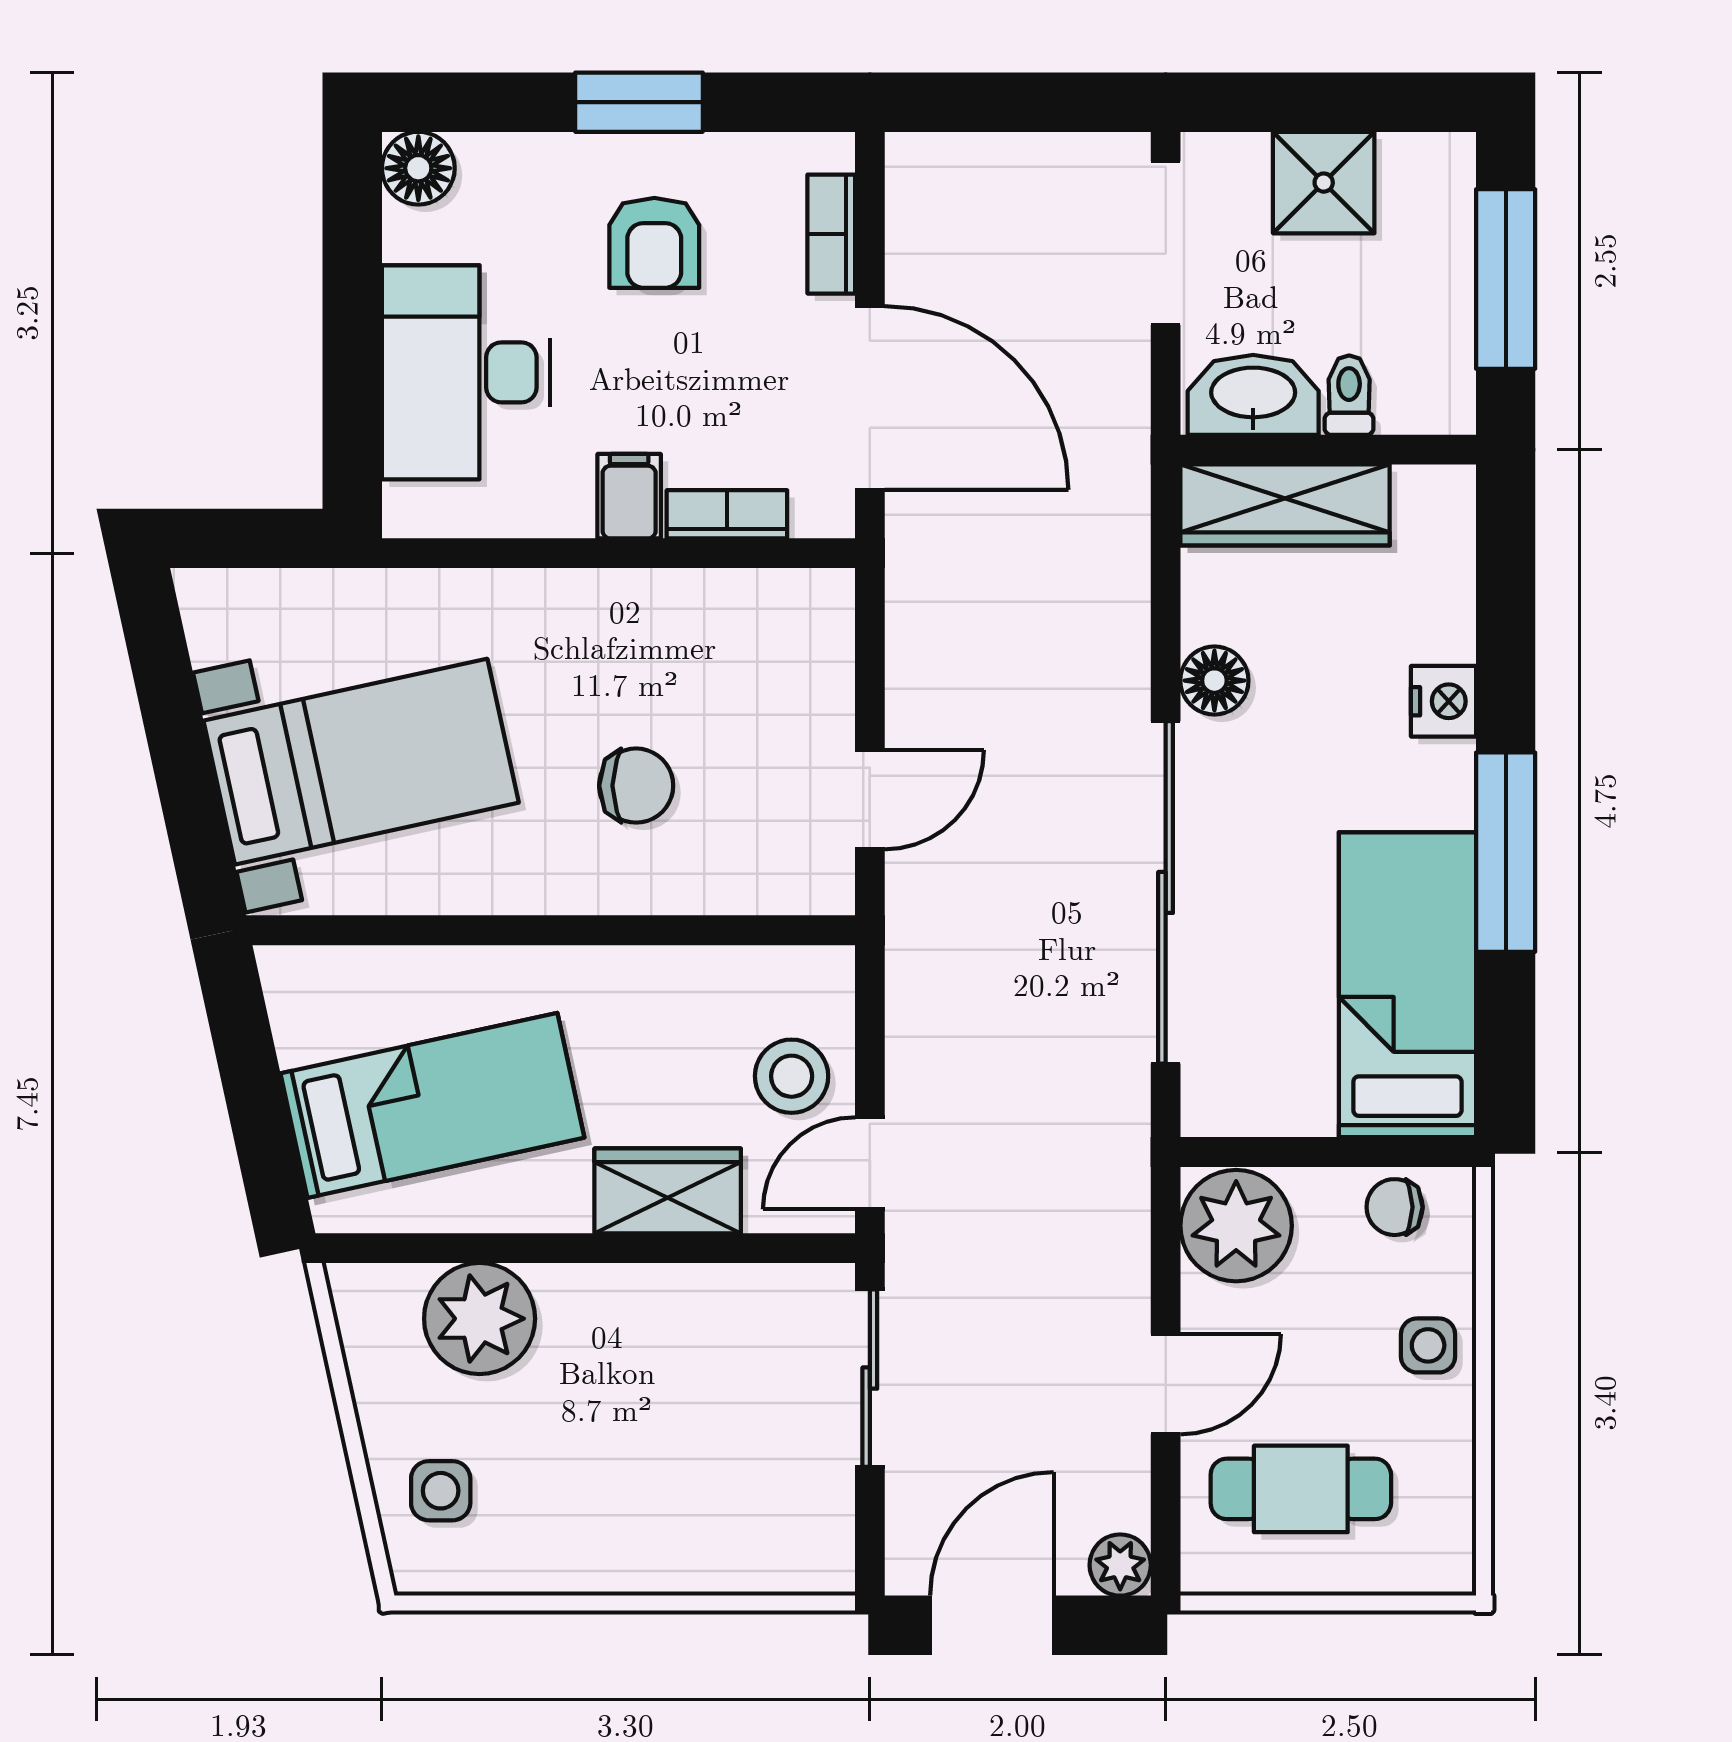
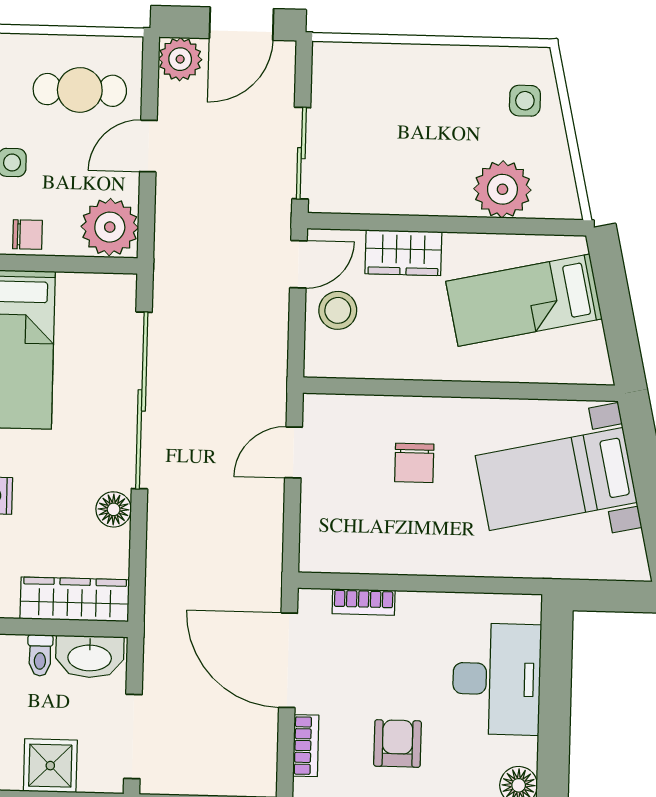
filing cabinet: (629, 496) -> (414, 613), removed
chair: (636, 786) -> (414, 463), turned -90
plant: (1120, 1565) -> (180, 59), width x1.38, depth x1.38

